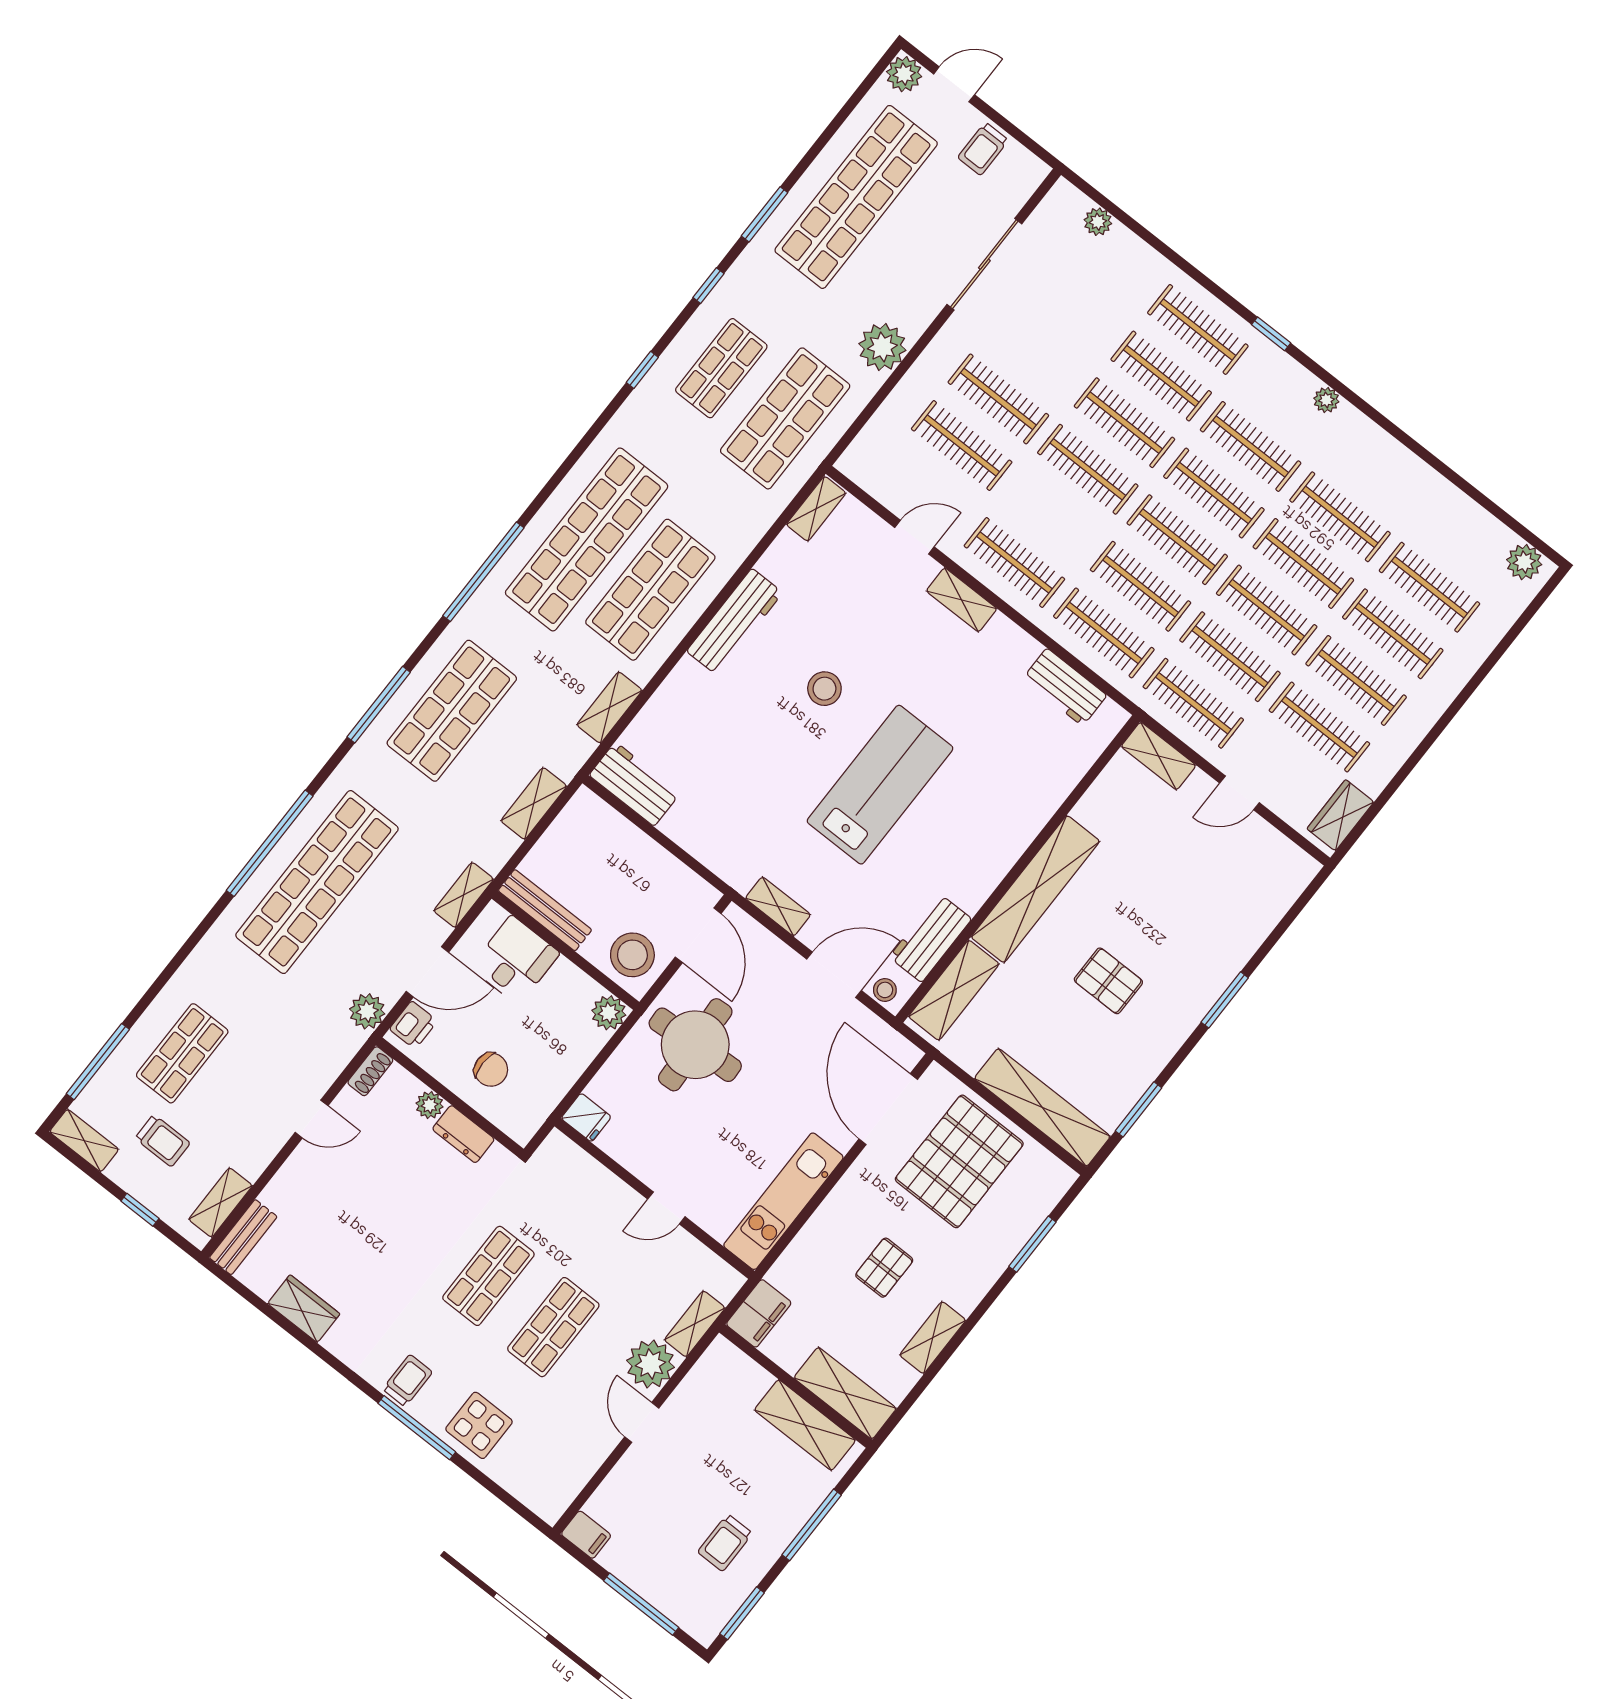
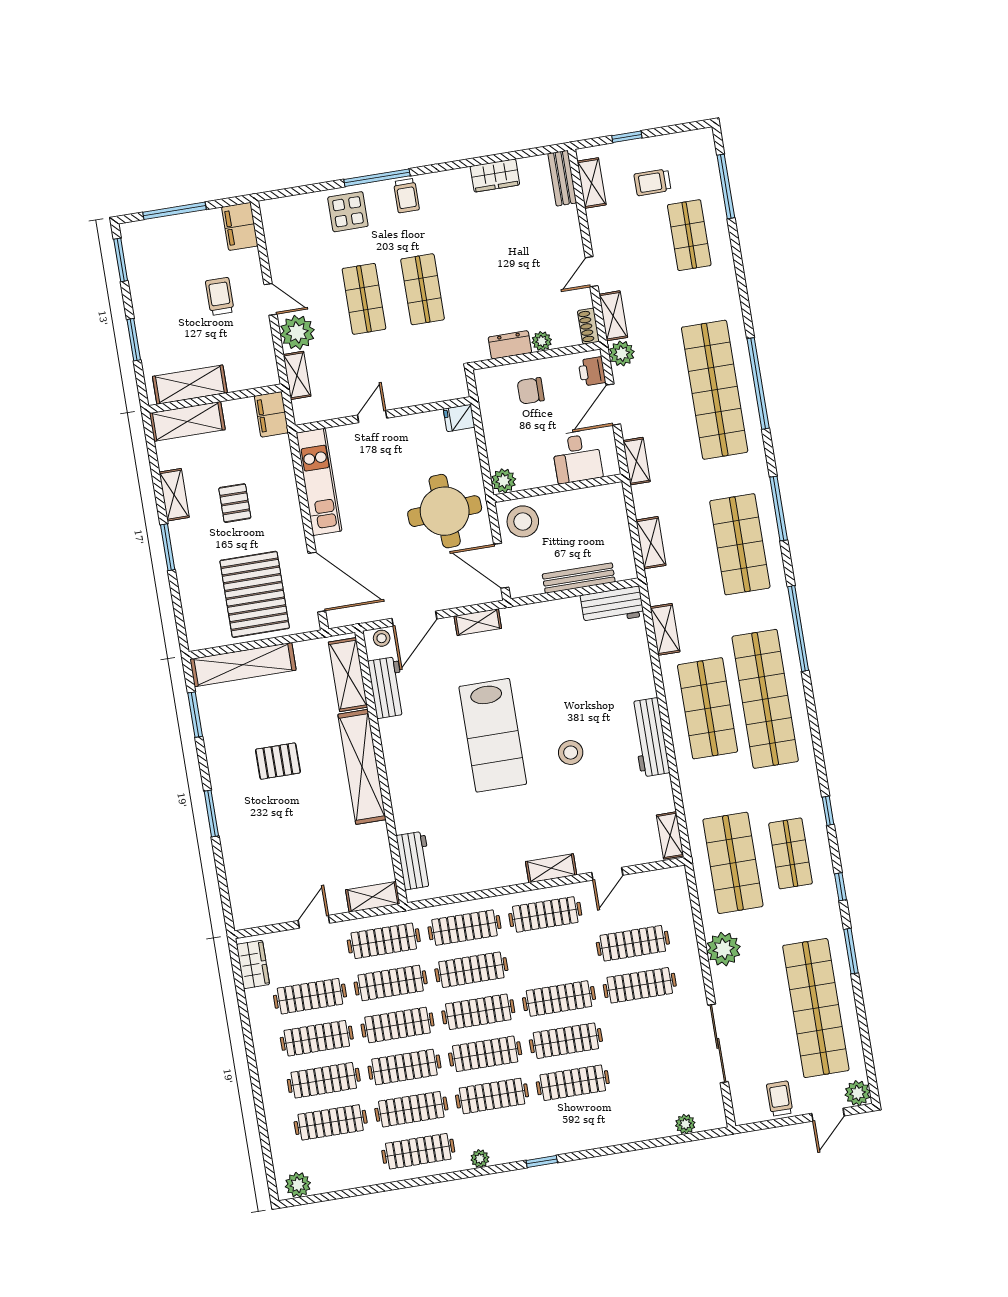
clothes rail: (1198, 329) -> (418, 1151), moved
workbench: (1065, 687) -> (415, 861), moved, turned 90
bench: (545, 910) -> (579, 578), moved
shelving: (84, 1141) -> (613, 316), moved, turned 90
window: (1032, 1244) -> (168, 547), moved
window: (812, 1525) -> (134, 340), width x0.69
filing cabinet: (586, 1535) -> (240, 226), width x2.00
trolley: (725, 1543) -> (220, 296), moved

